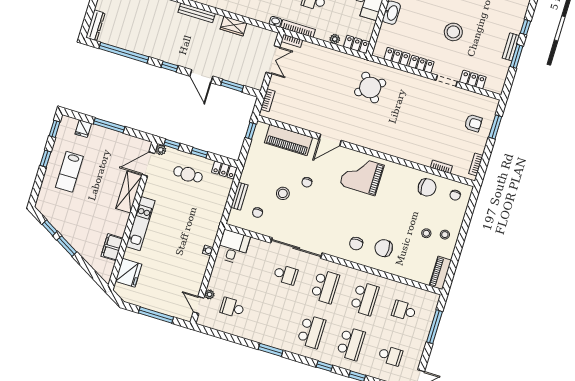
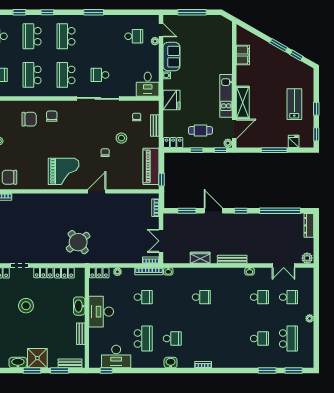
piano: (288, 140) -> (151, 166), moved, turned -90
kitchen unit: (141, 224) -> (226, 96), moved
sofa: (196, 271) -> (171, 57), added
fridge: (129, 273) -> (172, 100), moved, turned 180

